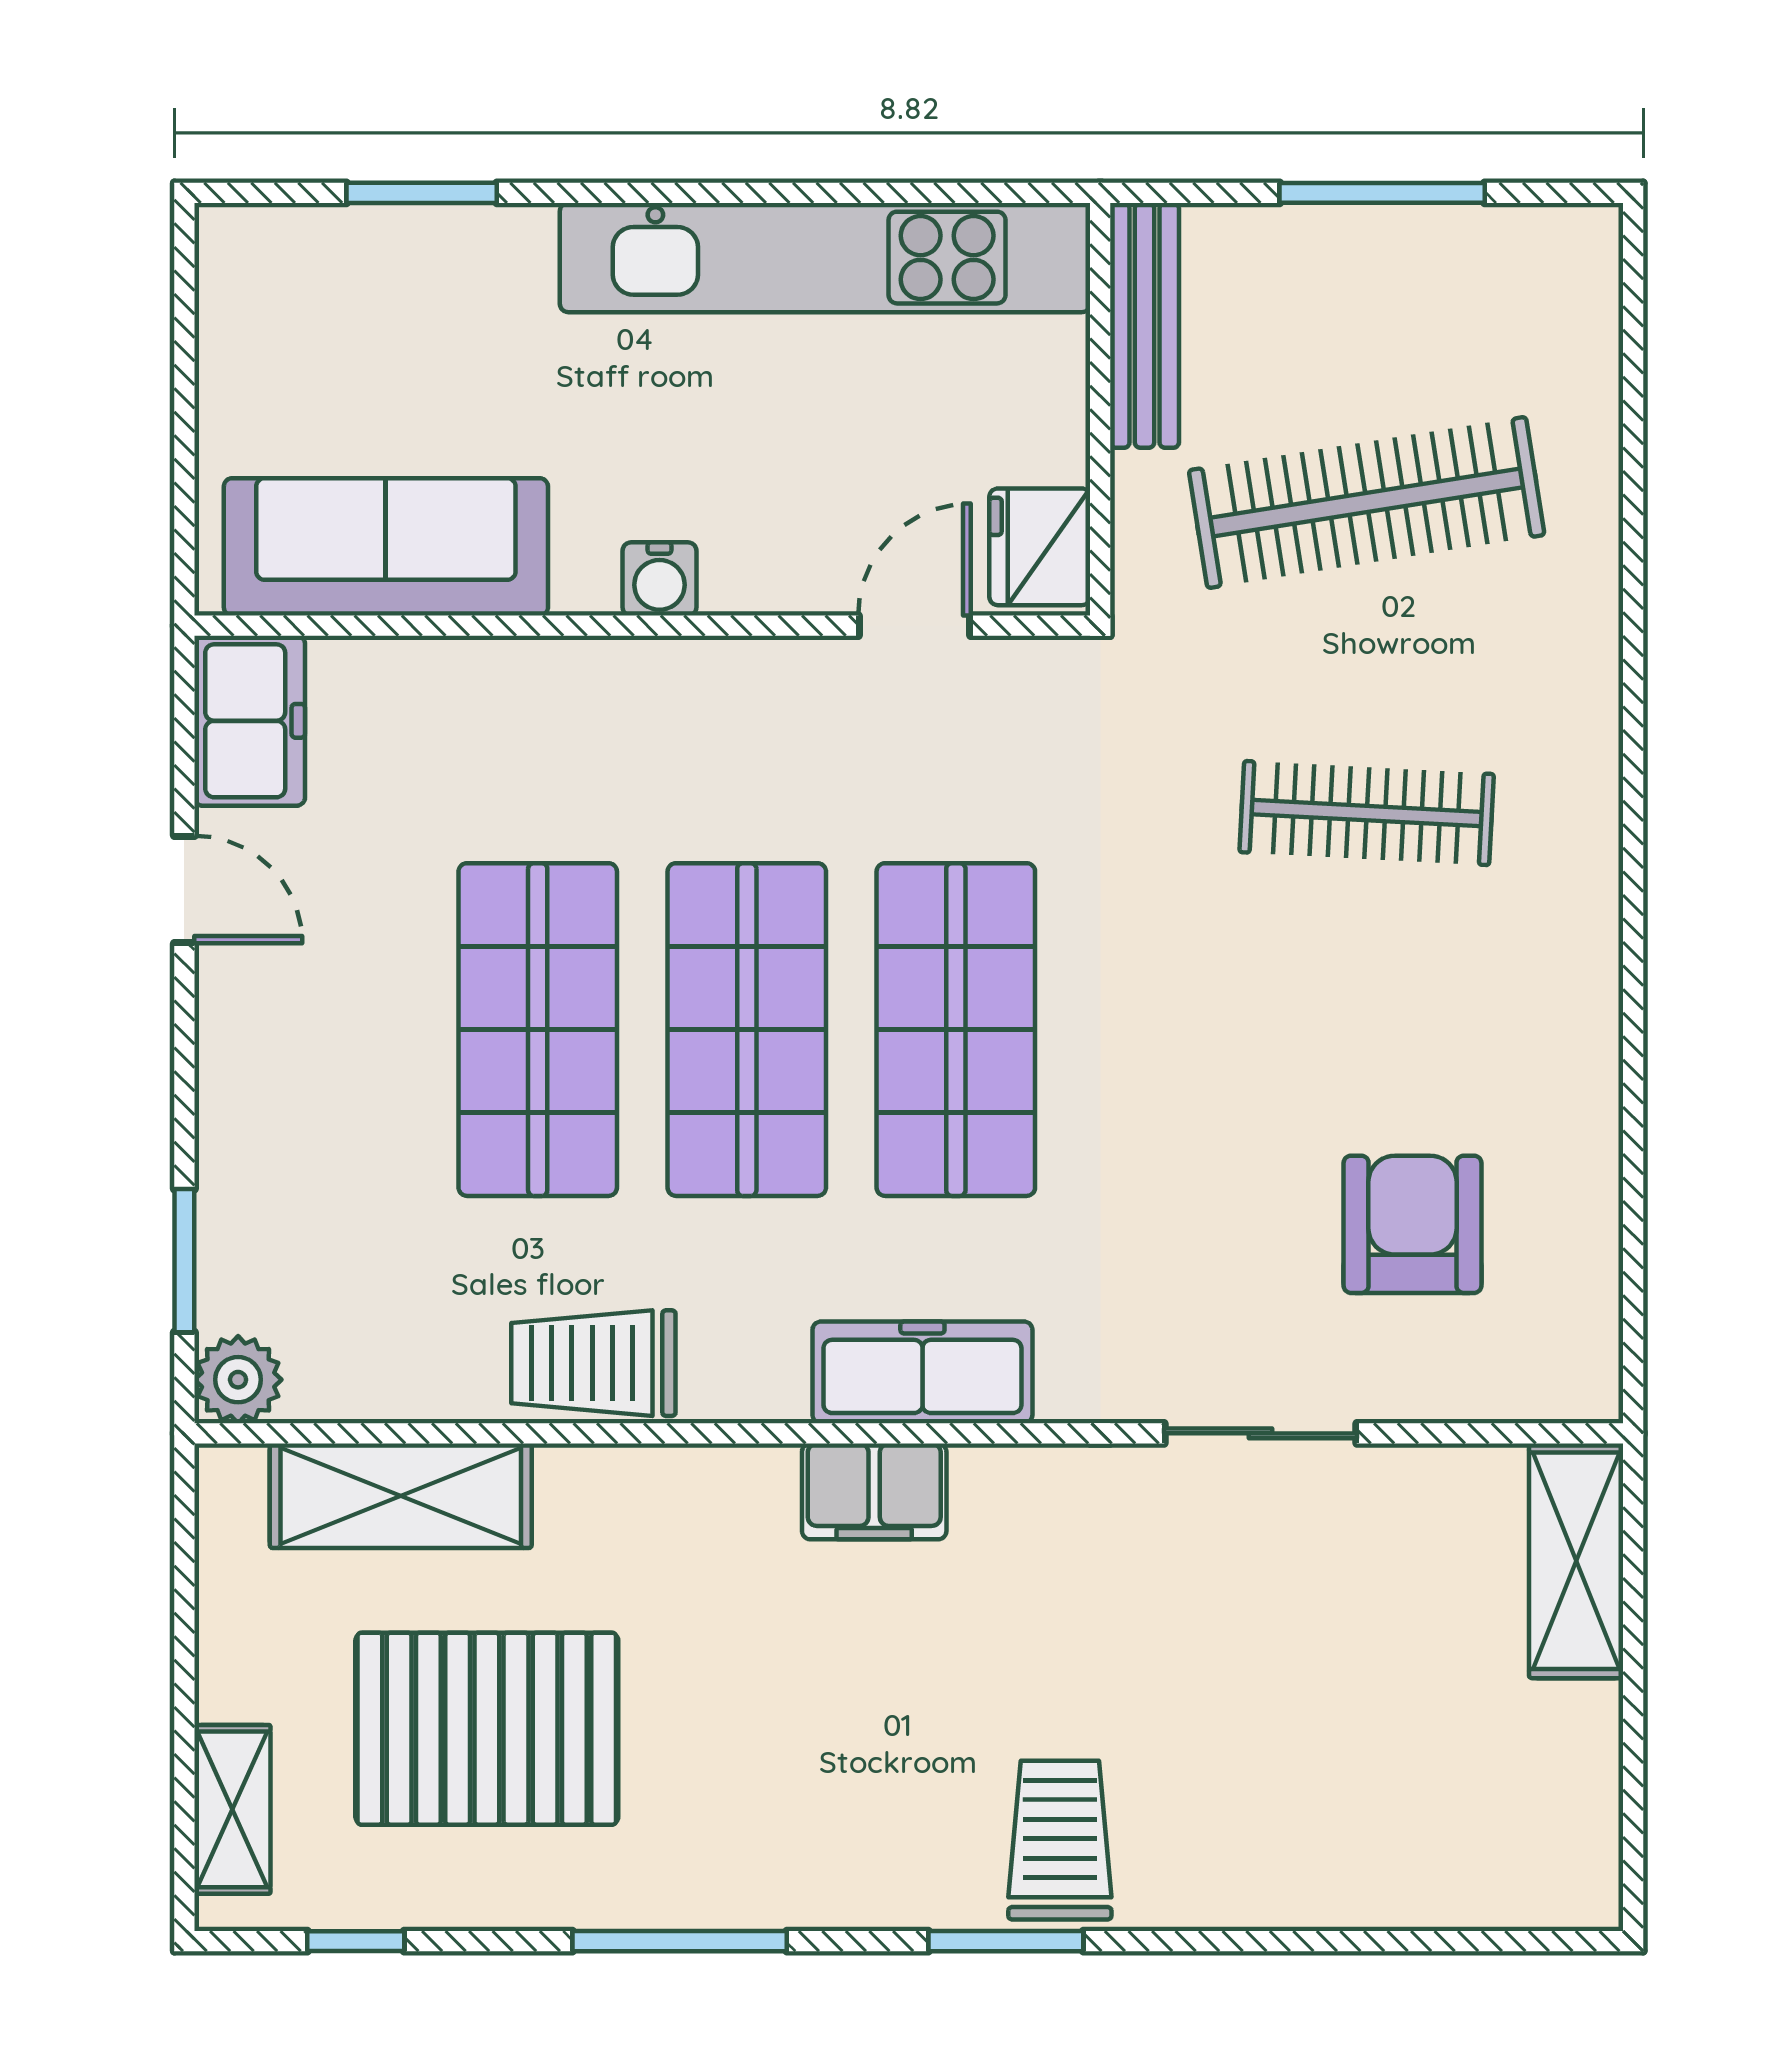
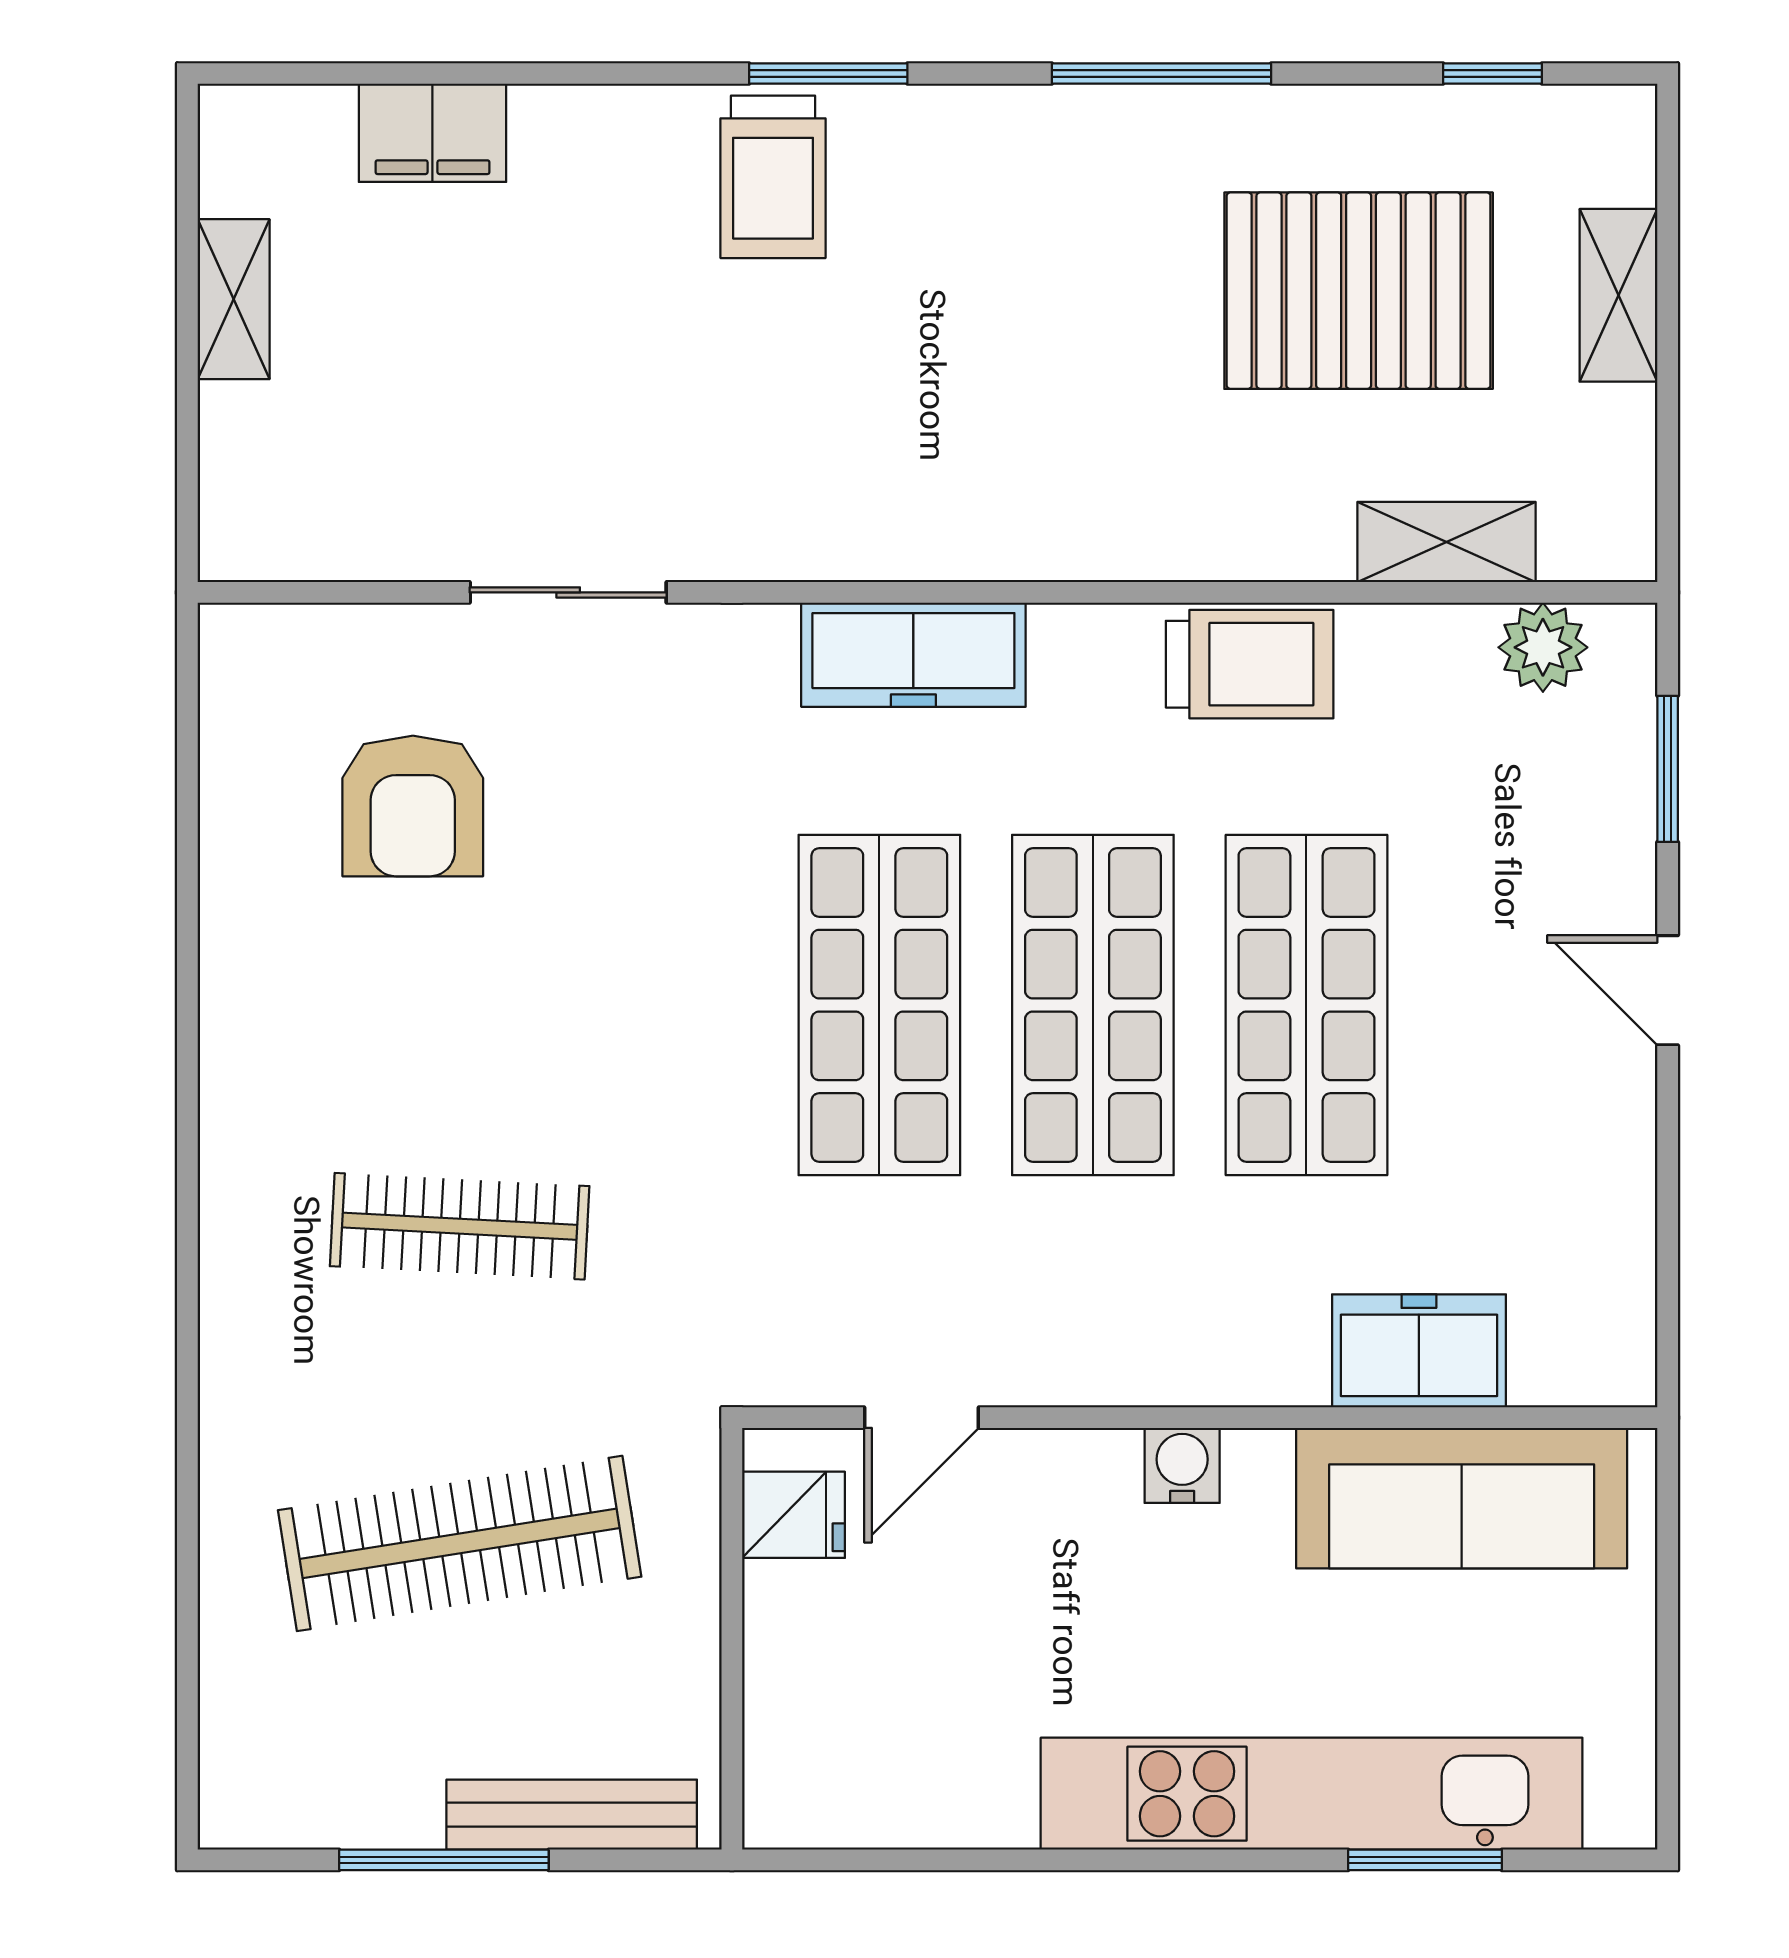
kitchen unit: (825, 258) -> (1312, 1794), moved
bench: (1145, 325) -> (572, 1815), moved, turned 90
fridge: (1040, 547) -> (794, 1515), width x0.72
freezer: (250, 721) -> (1419, 1351), moved, turned 90
door: (184, 889) -> (1668, 990), moved
plant: (238, 1380) -> (1543, 647), moved
filing cabinet: (874, 1491) -> (432, 133), moved, turned 180
shelving: (401, 1496) -> (1447, 542), width x0.67, depth x0.75
shelving: (1576, 1561) -> (234, 299), moved, width x0.67, depth x0.75
shelving: (232, 1809) -> (1618, 295), moved

